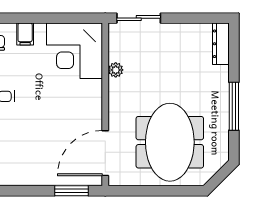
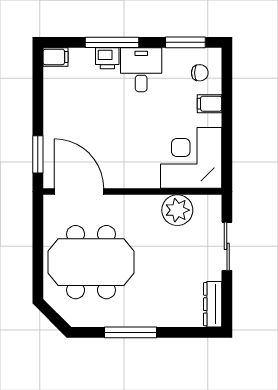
sliding door: (139, 18) -> (227, 246), moved
dresser: (221, 44) -> (213, 304), moved, turned -90
plant: (116, 70) -> (177, 210), width x1.88, depth x1.88

